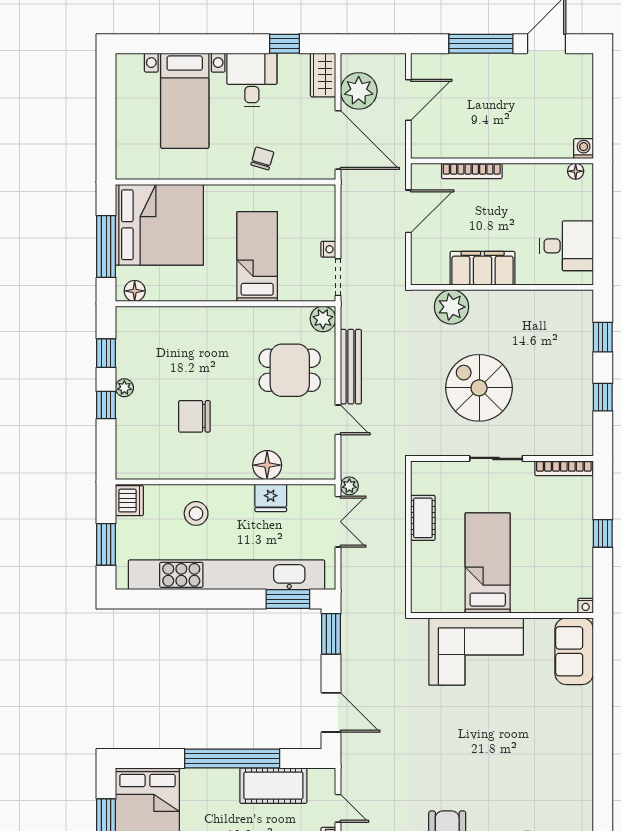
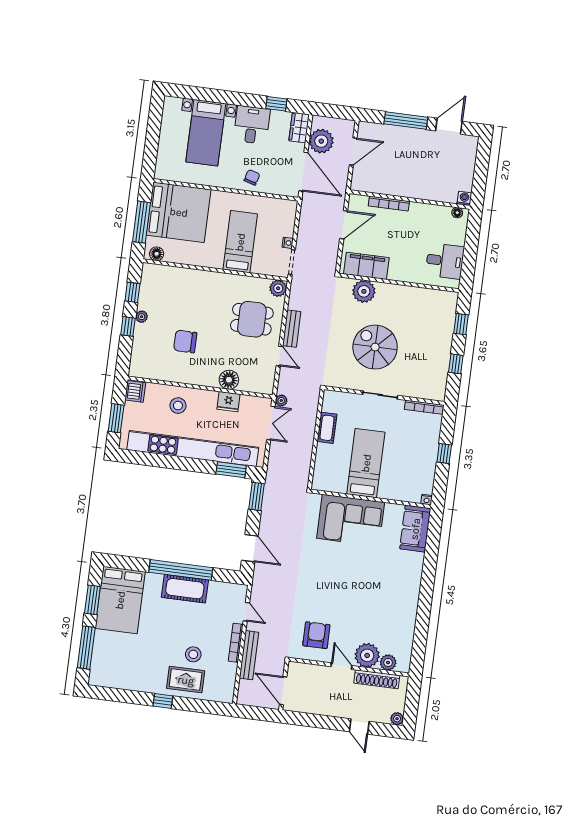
filing cabinet: (483, 268) -> (366, 266), moved
bench: (351, 367) -> (292, 329), width x0.73
cot: (273, 786) -> (185, 589), moved

